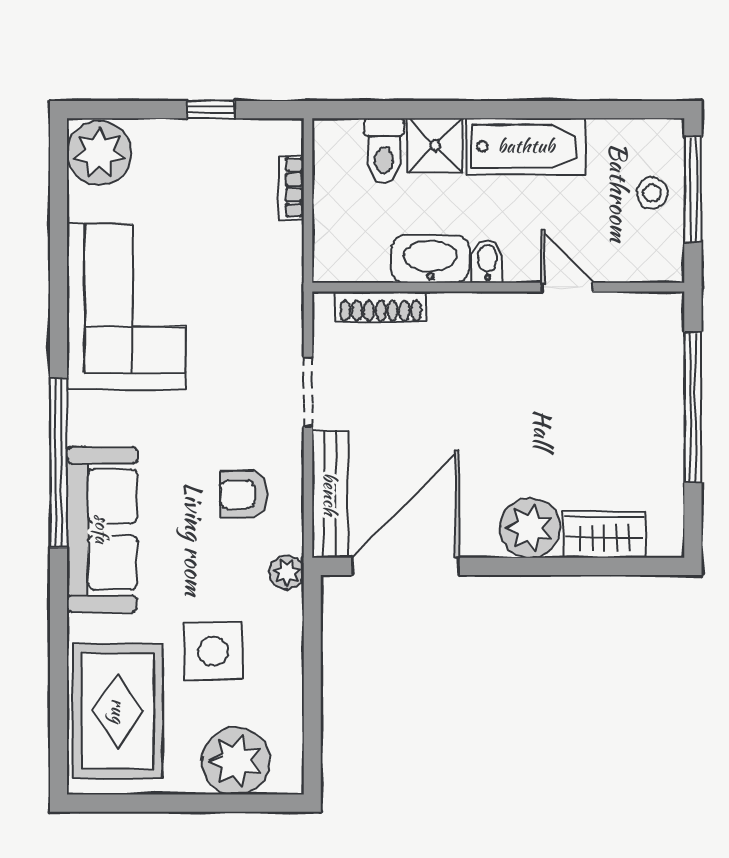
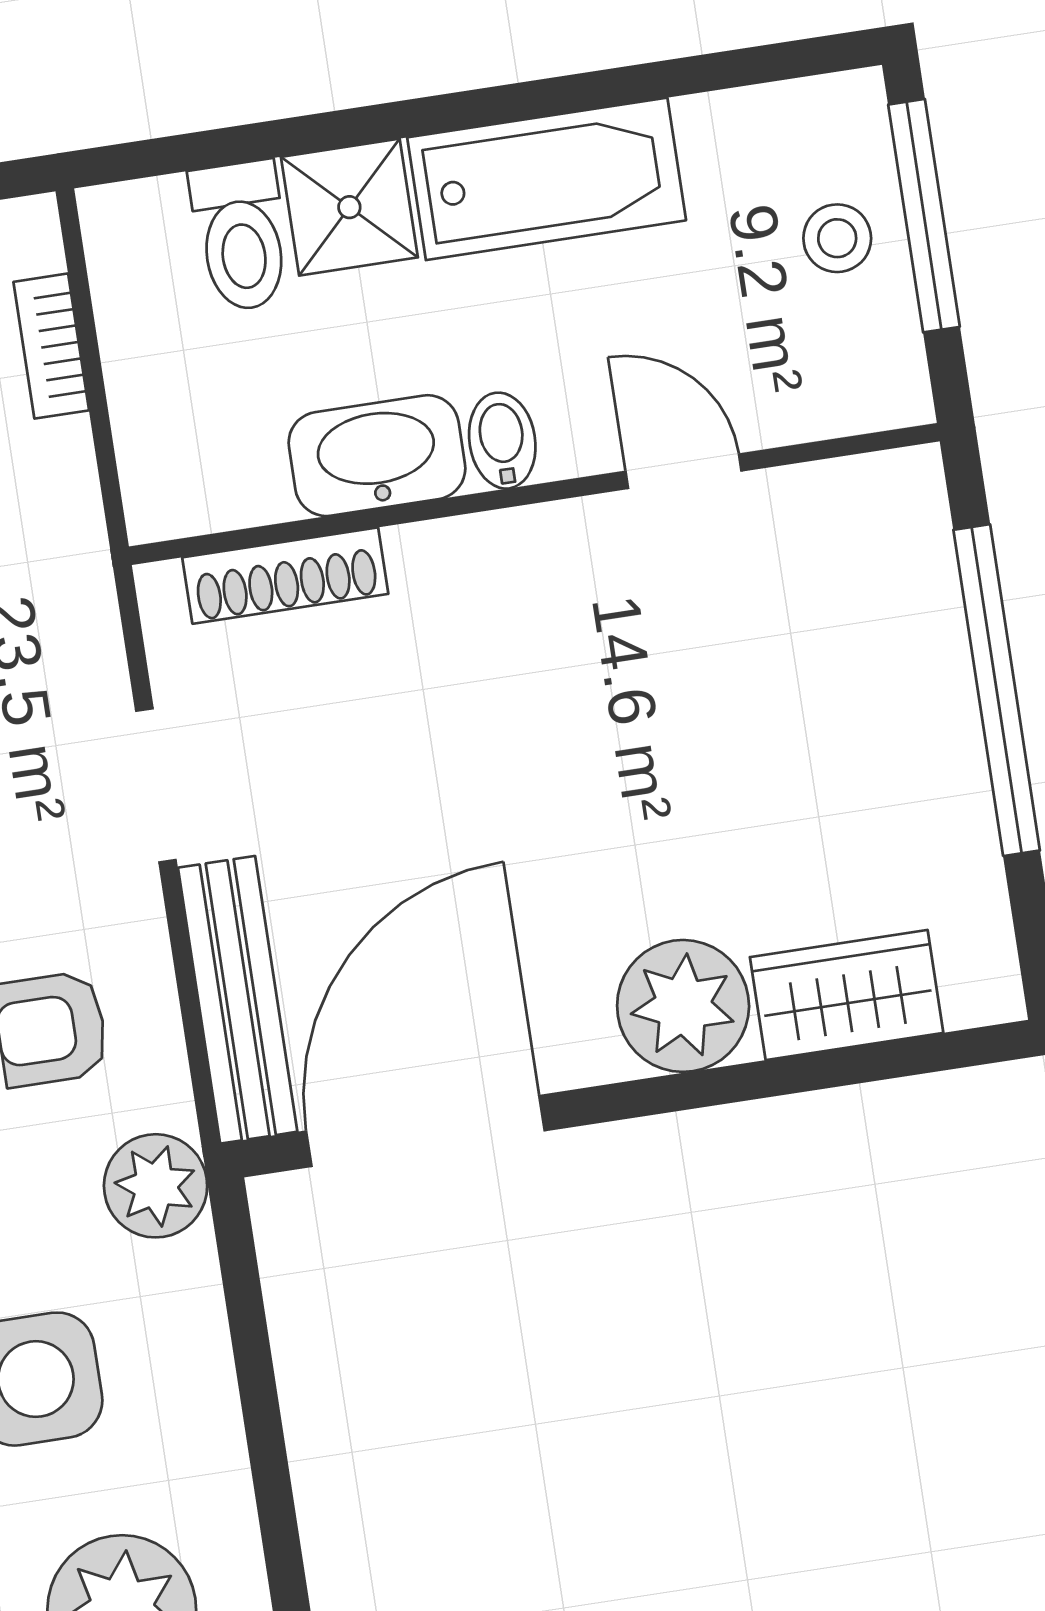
plant: (287, 572) -> (156, 1186), width x1.38, depth x1.38

